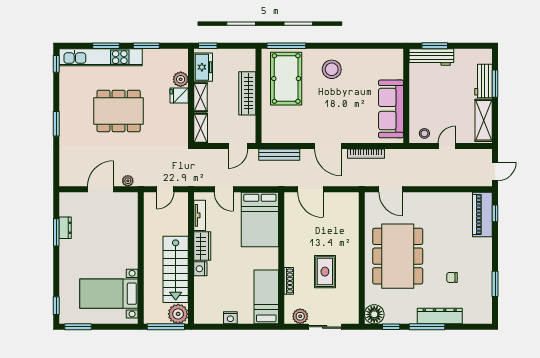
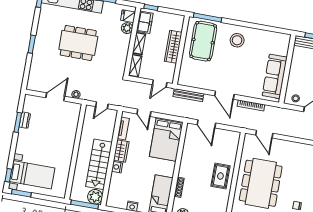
fridge: (179, 96) -> (128, 16), moved
rug: (325, 272) -> (220, 176), moved
bed with nightstands: (109, 294) -> (32, 175), moved, turned 180

